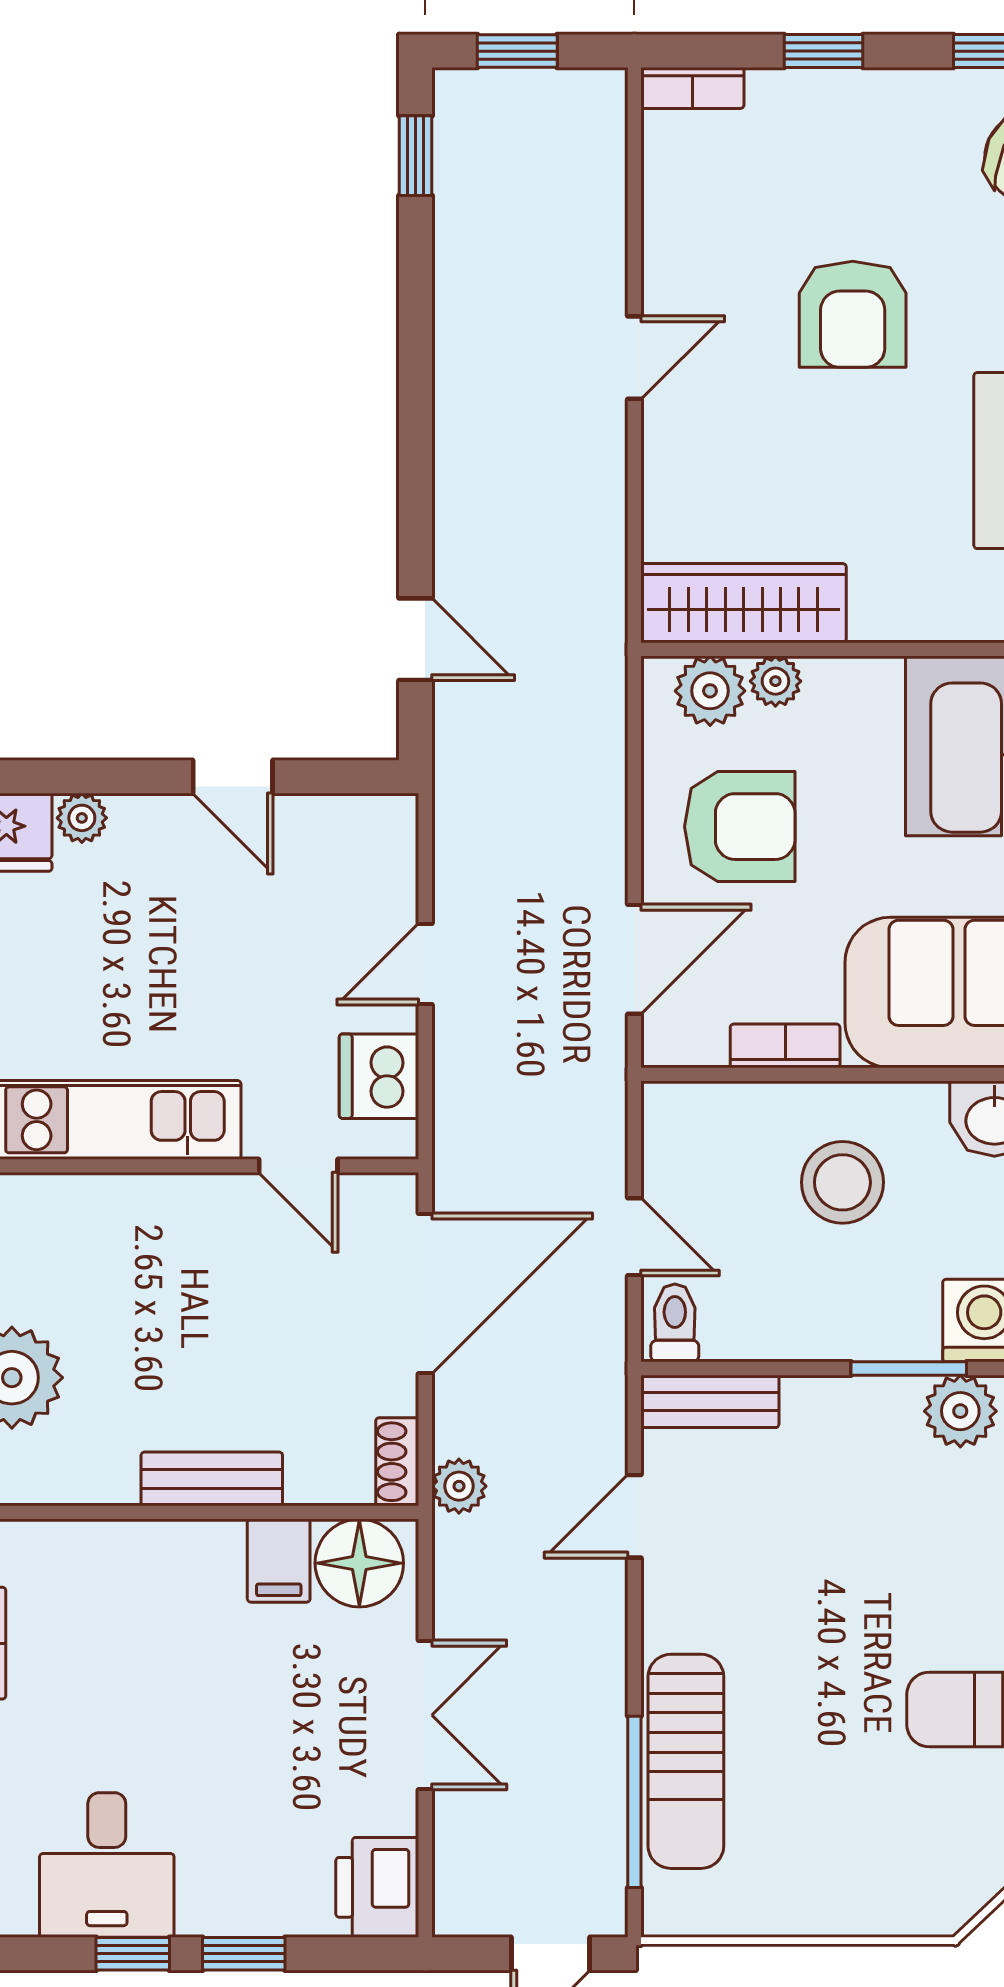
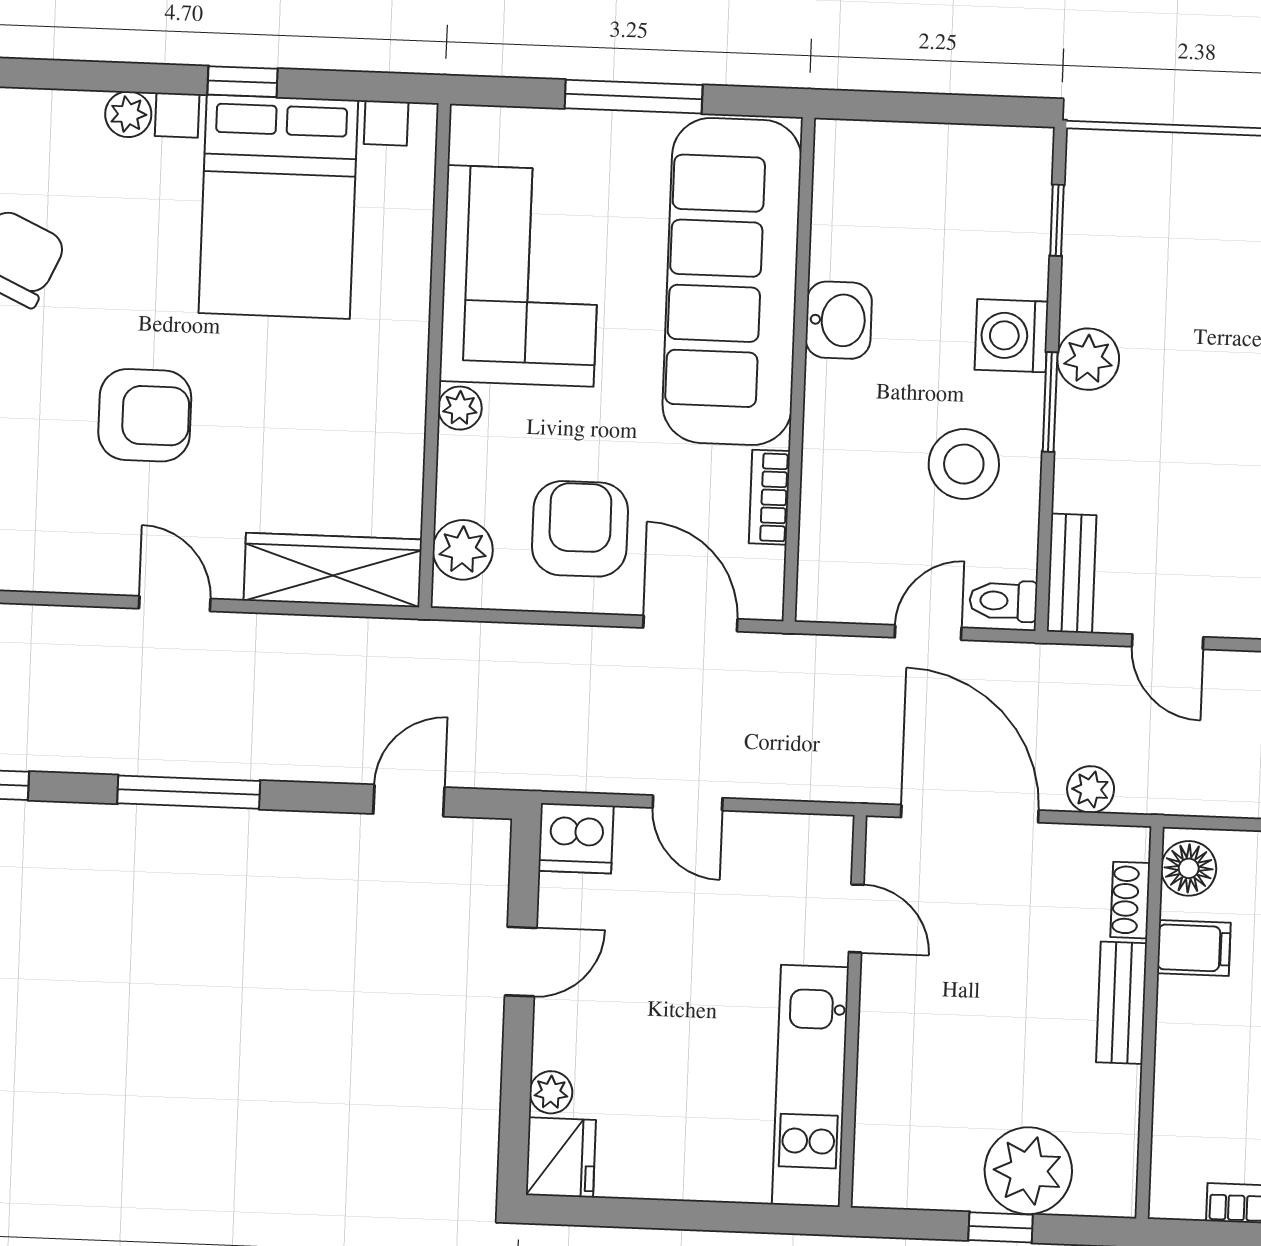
window: (415, 382) -> (189, 792), added
wardrobe: (744, 603) -> (333, 570), moved, turned 90
plant: (775, 681) -> (460, 408), moved
dishwasher: (379, 1076) -> (576, 838), moved
door: (298, 1166) -> (856, 918), hinge flipped
stool: (842, 1182) -> (964, 464), moved
shoe rack: (397, 1462) -> (1130, 900), moved, turned 90
plant: (459, 1486) -> (1091, 789), moved
floor lamp: (359, 1563) -> (1189, 868), width x0.73, depth x0.73

